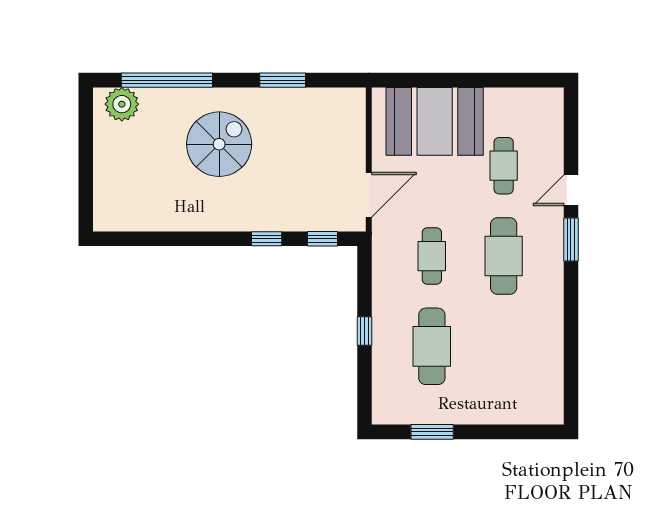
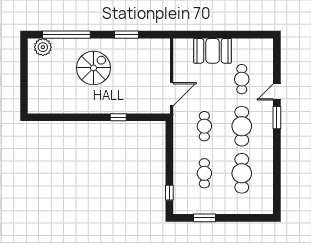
booth: (435, 121) -> (213, 51), width x0.73, depth x0.70
window: (323, 239) -> (147, 117), removed
window: (365, 331) -> (169, 193), moved
cafe table: (432, 346) -> (204, 173), width x0.73, depth x0.74
cafe table: (504, 346) -> (242, 173), added

